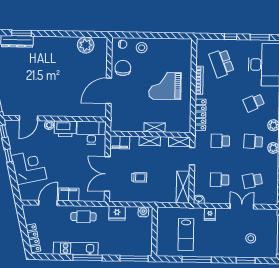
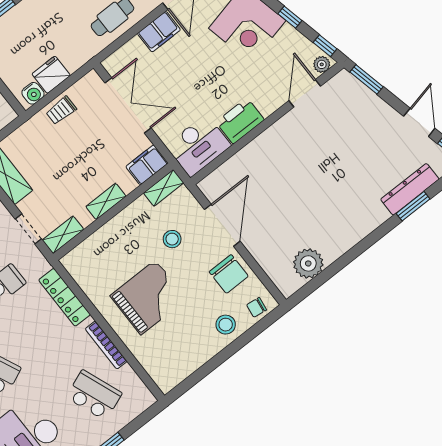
stool: (135, 102) -> (172, 239), added
plant: (49, 125) -> (322, 64), moved
shelving: (155, 127) -> (164, 188), moved
trolley: (139, 177) -> (61, 110), moved
fridge: (117, 213) -> (51, 75), moved

